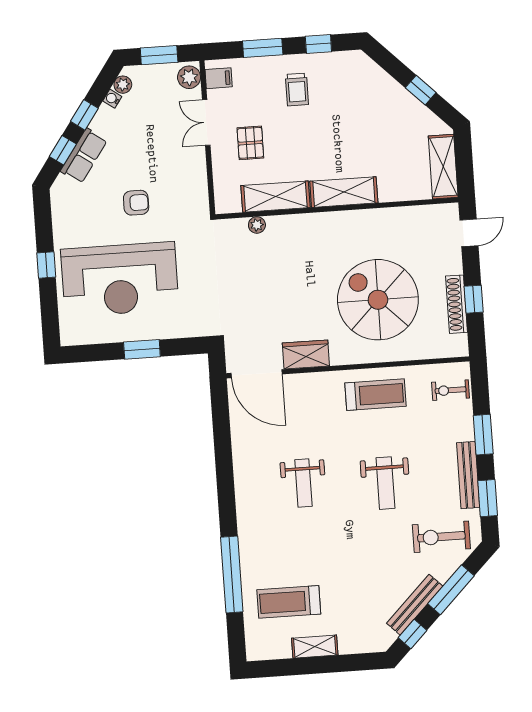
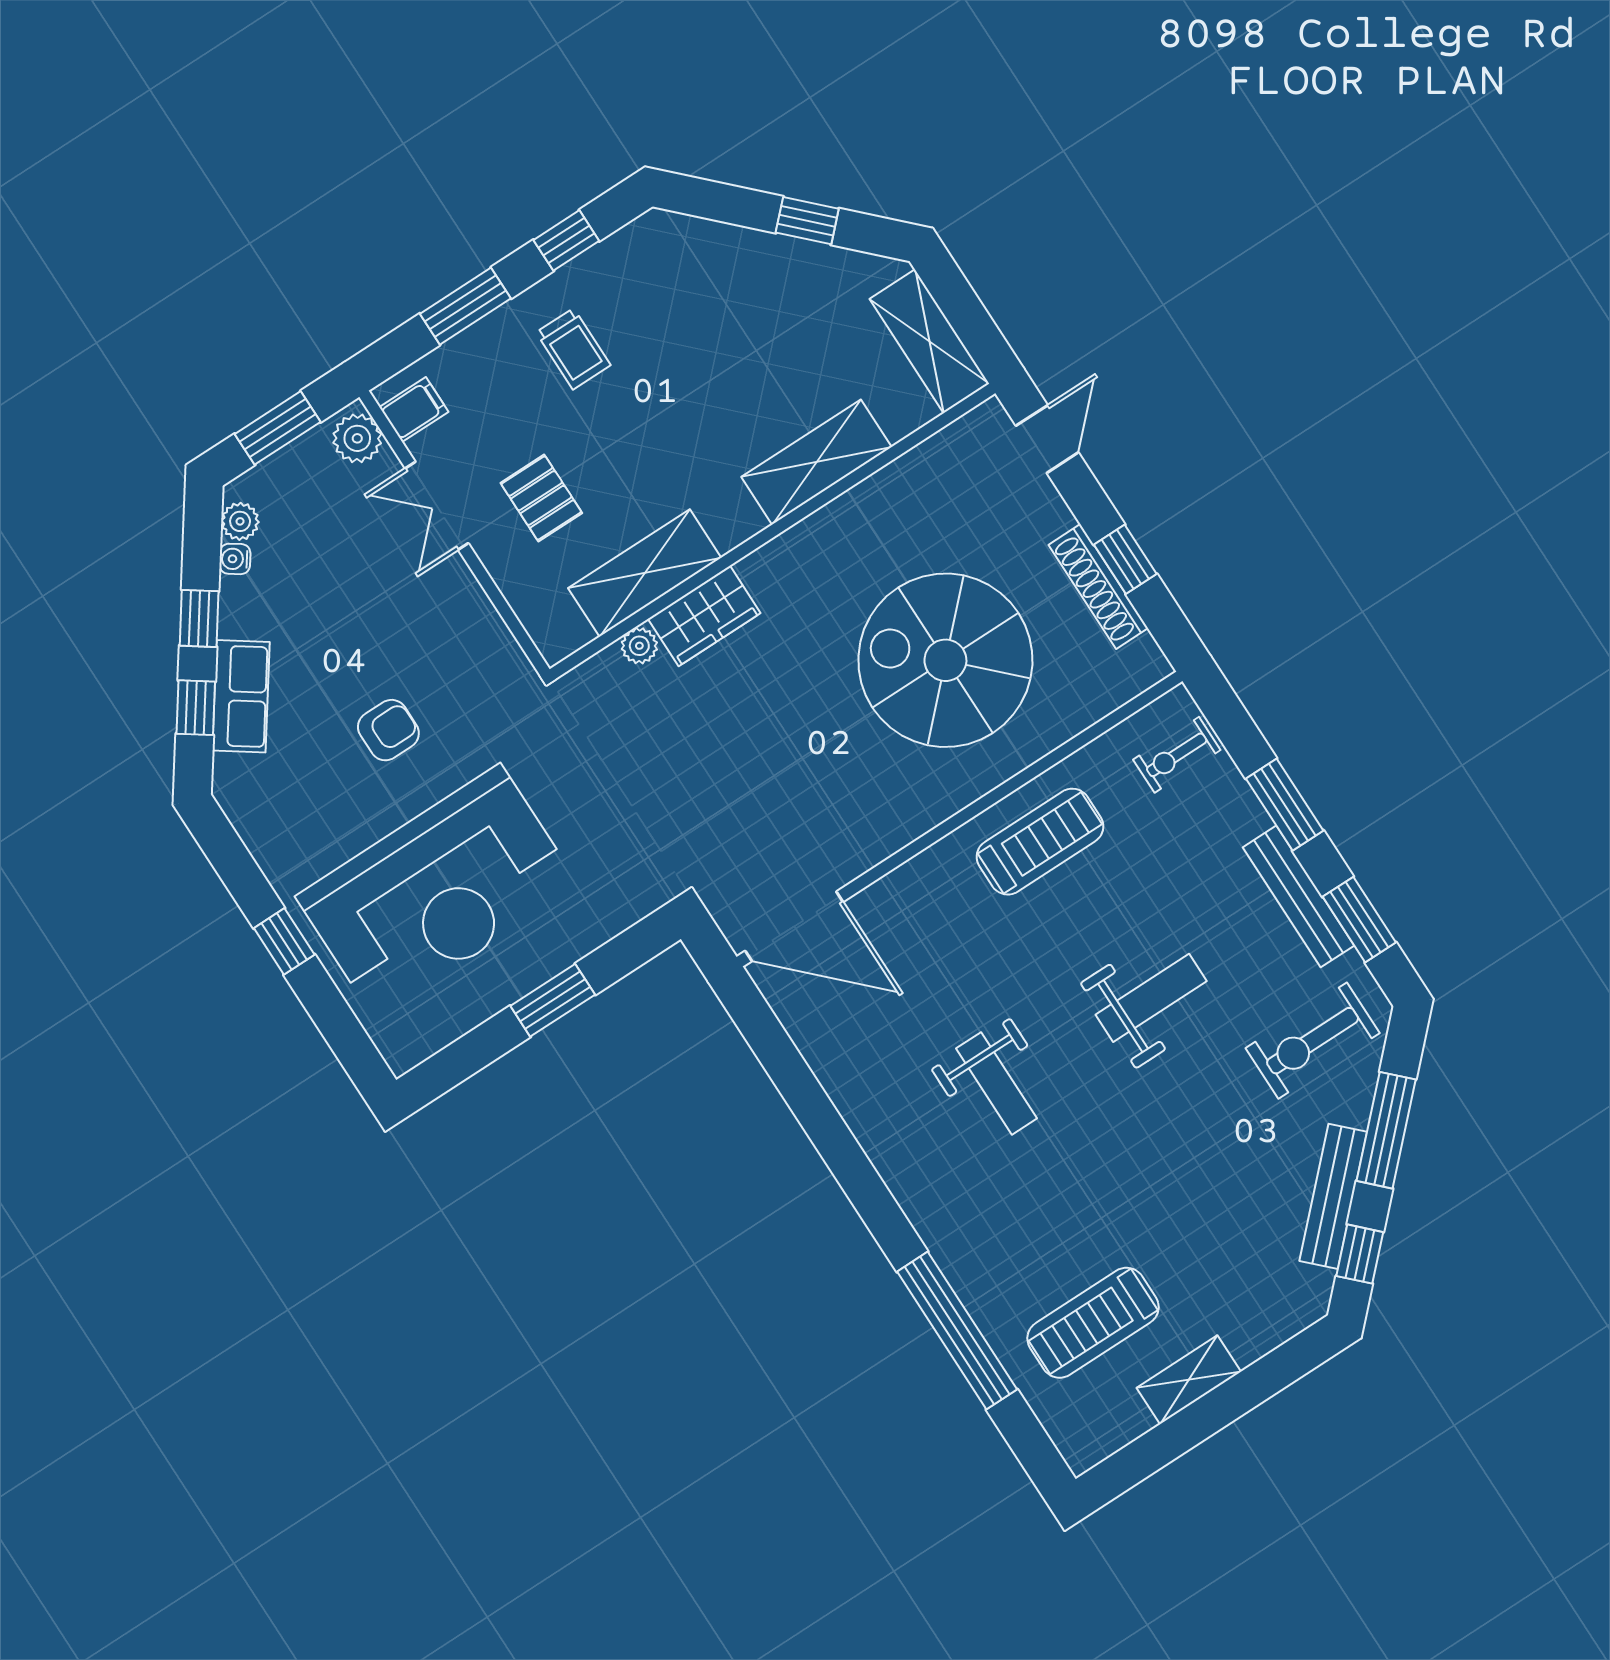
shelving: (344, 192) -> (817, 462), moved
wardrobe: (306, 355) -> (704, 616), moved, turned 180
weight bench: (385, 483) -> (1151, 998), turned -90

